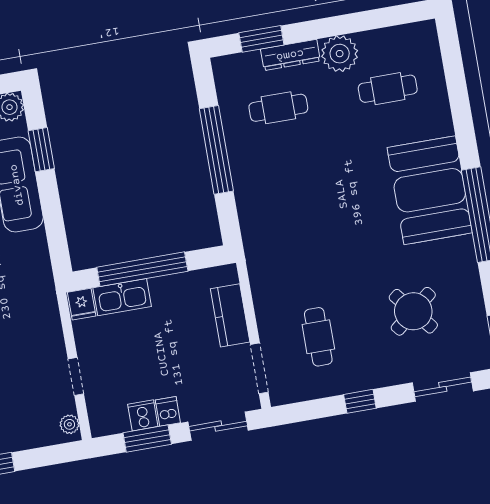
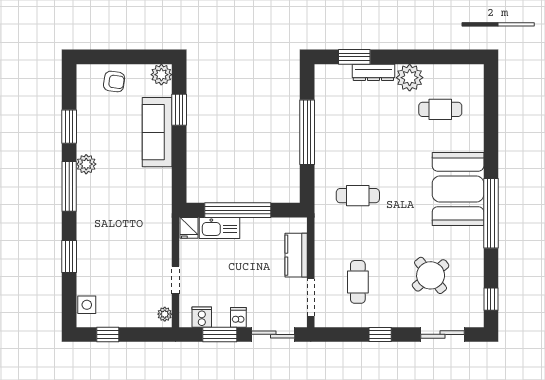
cafe table: (278, 108) -> (358, 196), moved
cooker: (143, 415) -> (202, 317), moved

